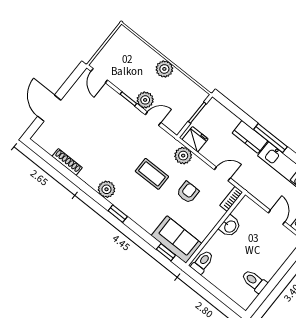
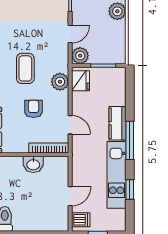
plant: (145, 100) -> (80, 56), moved
door: (153, 119) -> (70, 34), hinge flipped
armchair: (188, 192) -> (34, 109), turned -90
bookcase: (231, 199) -> (49, 148), width x1.56

